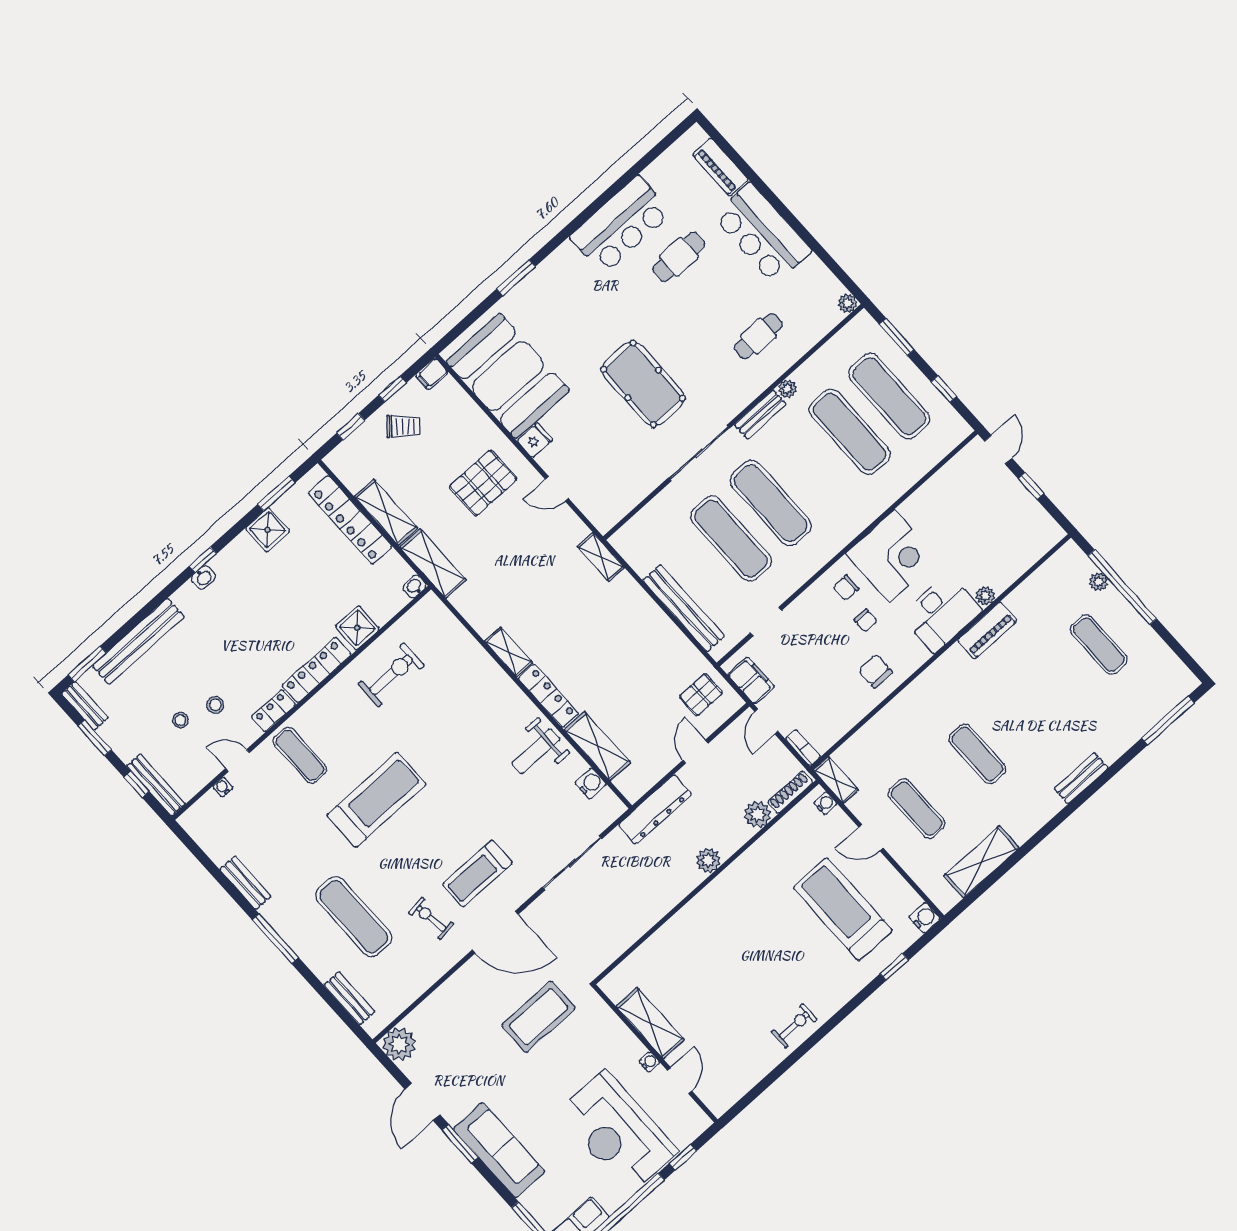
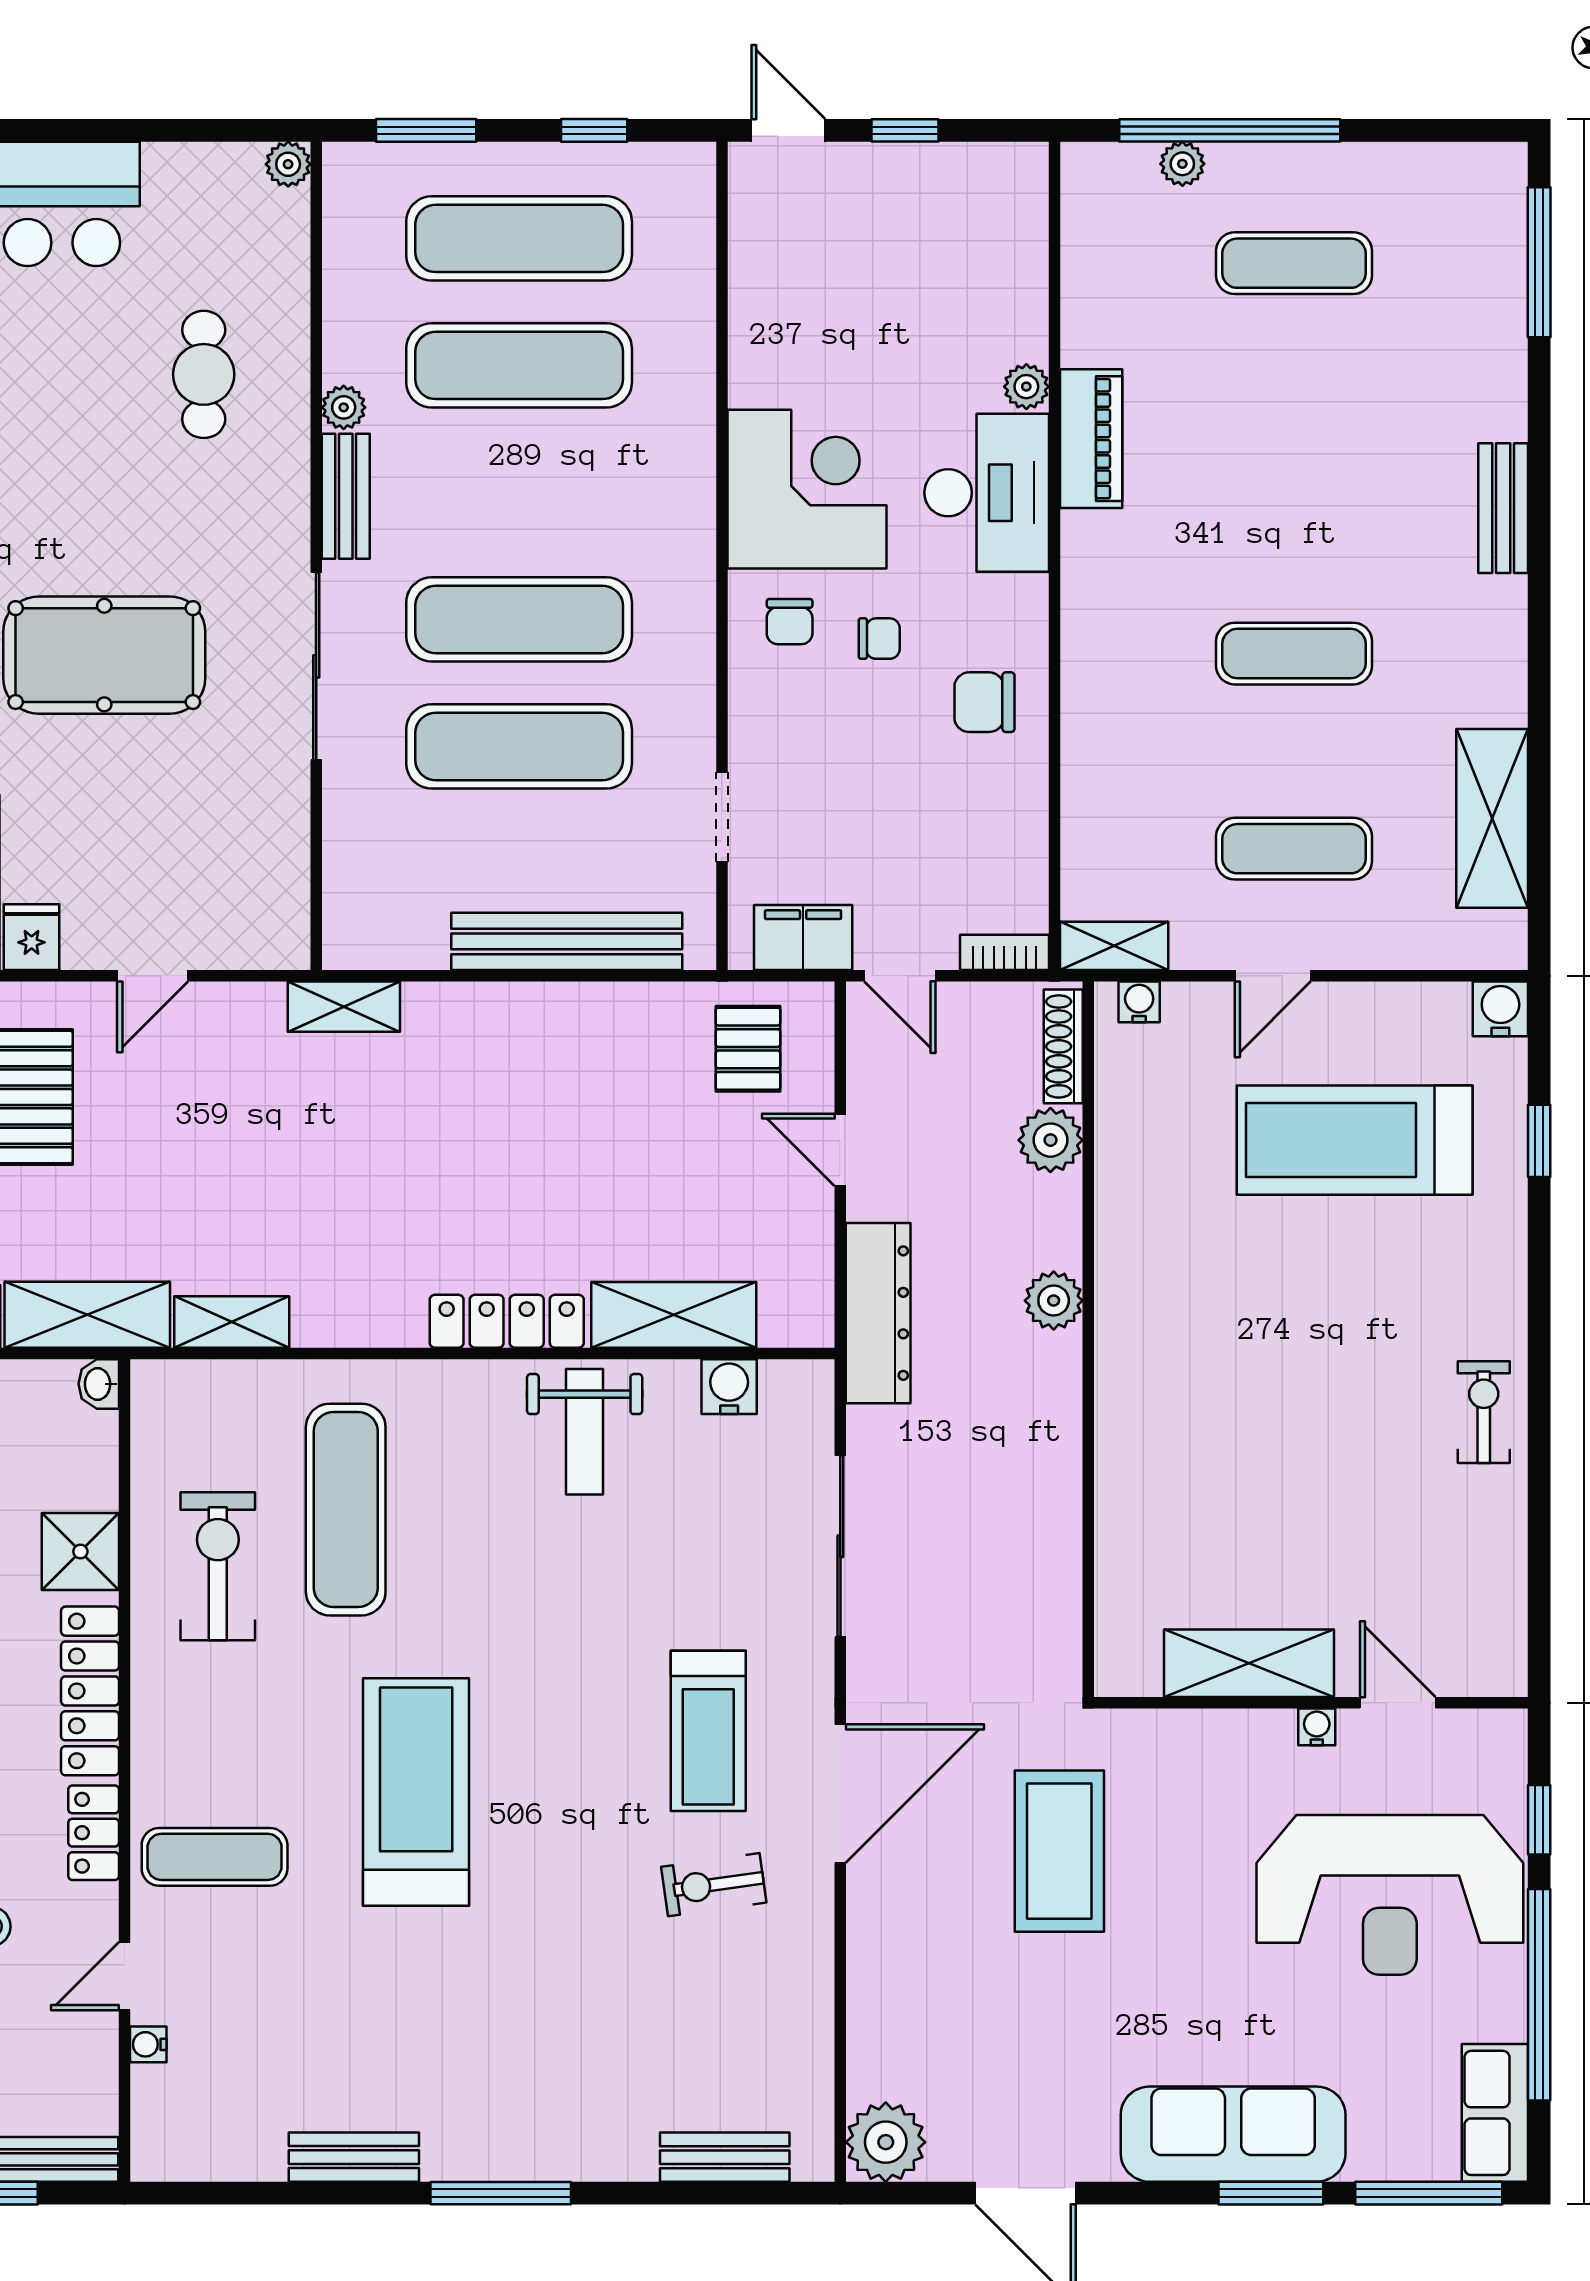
shelving: (509, 652) -> (232, 1322), moved
exercise mat: (354, 917) -> (346, 1510), moved, turned 90
window: (460, 1144) -> (1271, 2193), moved

